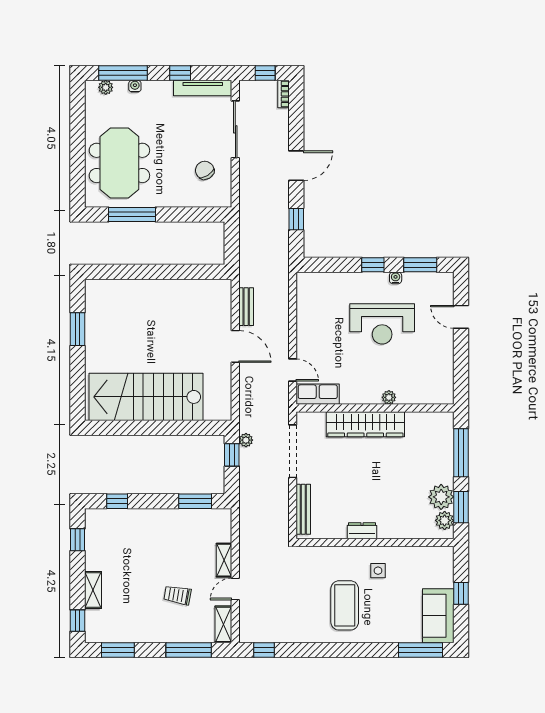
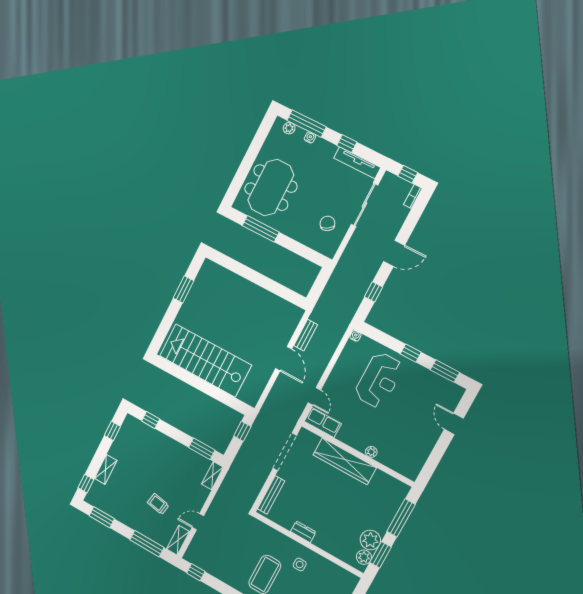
water cooler: (396, 278) -> (355, 336), moved
reception desk: (382, 324) -> (379, 380), moved, turned -90
plant: (246, 440) -> (257, 427), removed
shelving: (224, 560) -> (212, 476), moved

